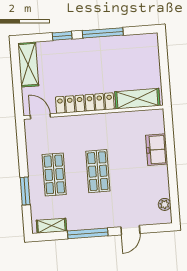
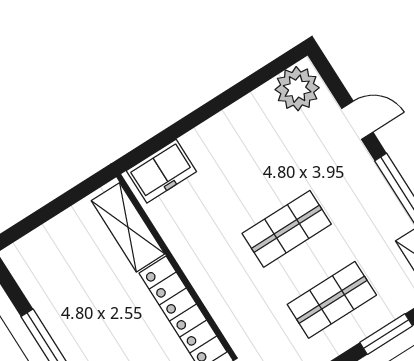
freezer: (157, 150) -> (161, 171), moved
plant: (165, 204) -> (297, 89), width x1.88, depth x1.88

